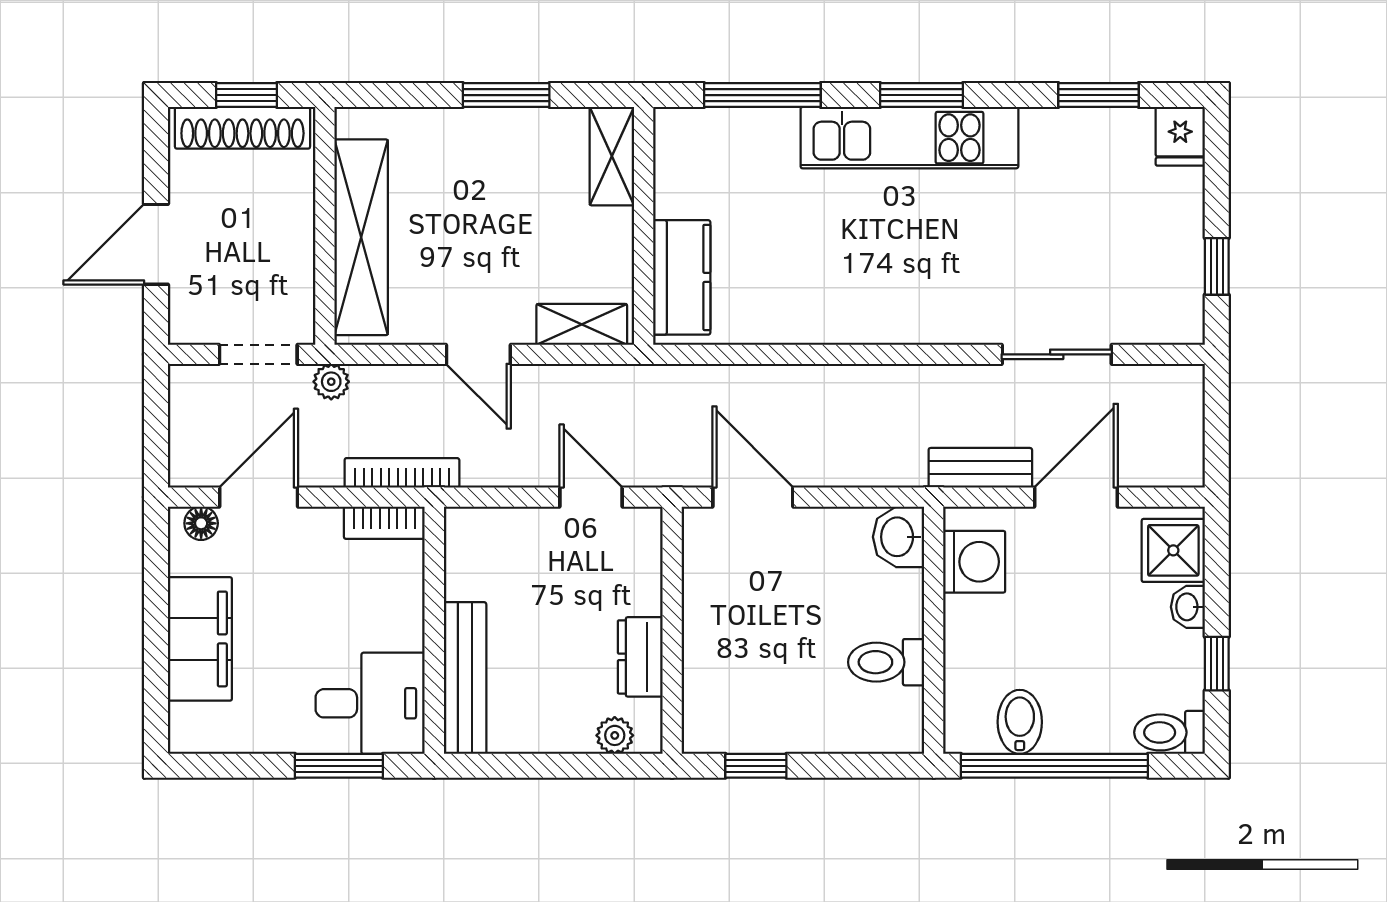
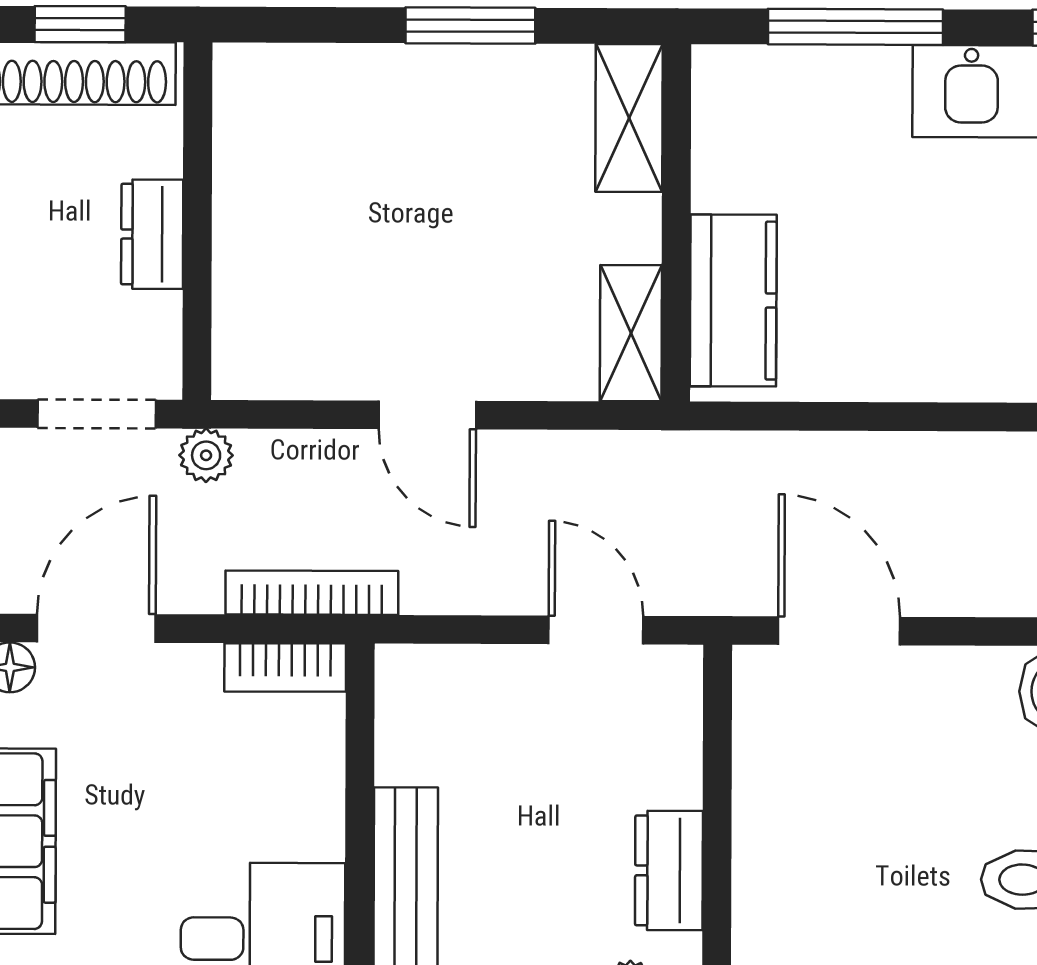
dresser: (295, 235) -> (152, 234), added
shelving: (361, 237) -> (252, 238), removed
shelving: (582, 324) -> (631, 333), moved, turned 90

